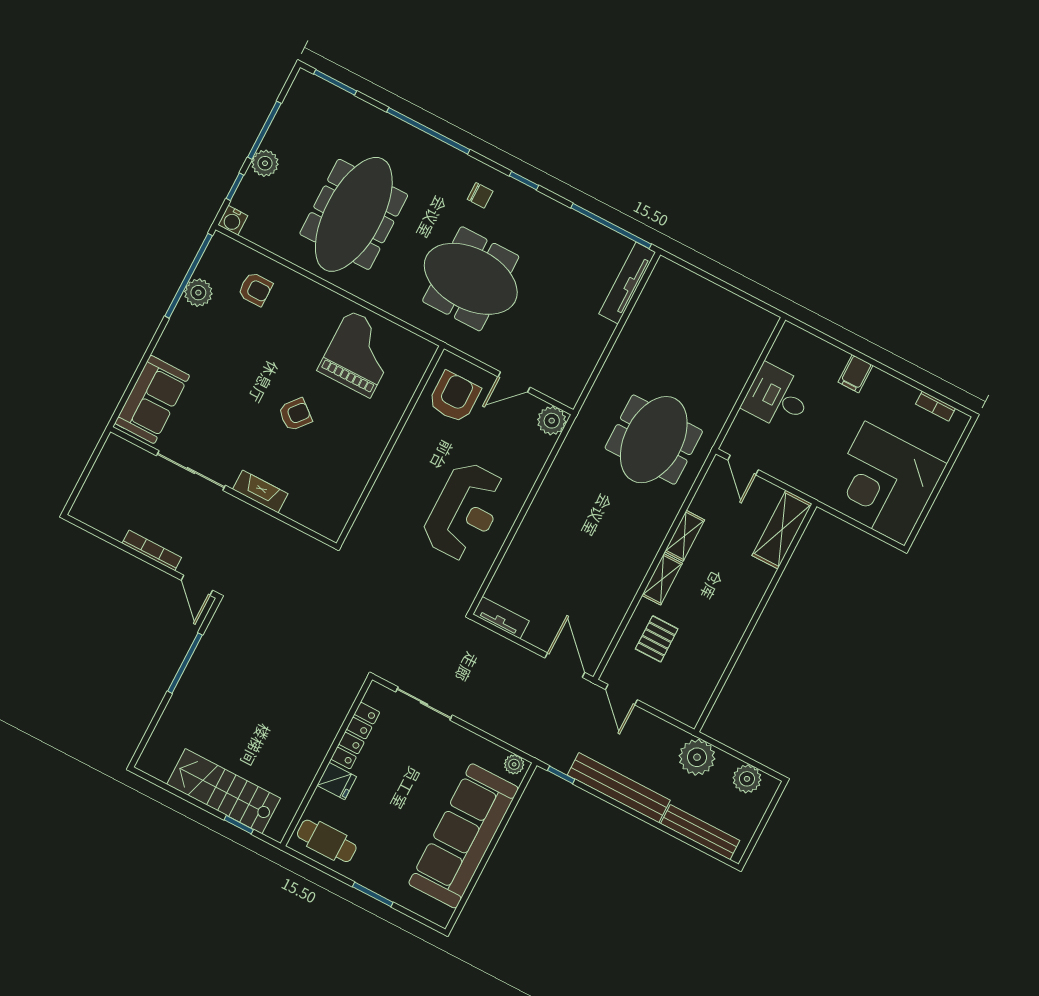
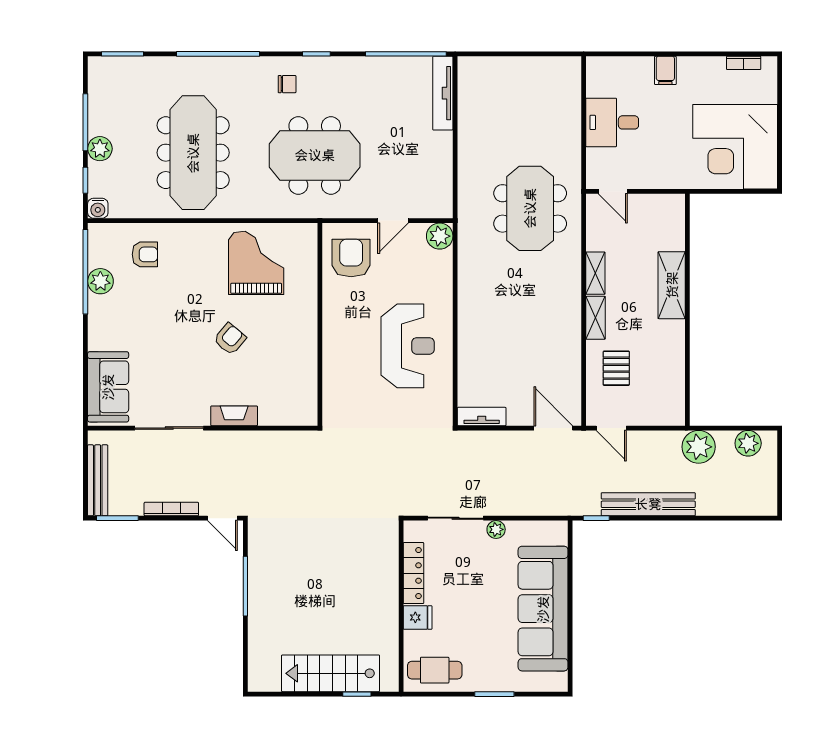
shelving: (782, 530) -> (672, 285), moved
window: (95, 532) -> (117, 518), added
plant: (514, 764) -> (496, 529), moved
bench: (700, 832) -> (98, 480), moved, turned 90

